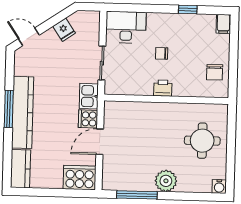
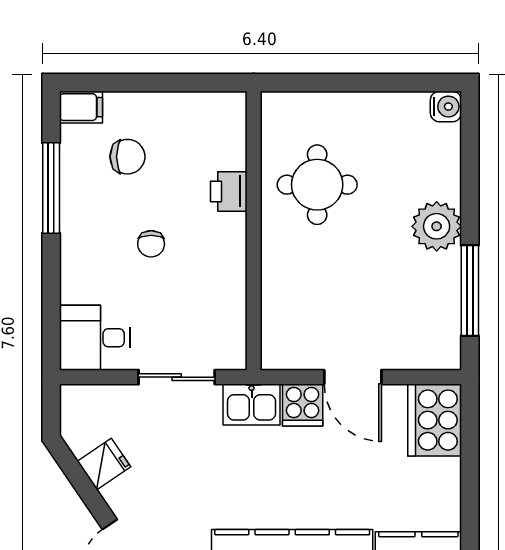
window: (188, 9) -> (51, 188), width x2.17
desk: (126, 27) -> (95, 338), width x0.73
chair: (215, 72) -> (127, 157), moved
printer: (163, 88) -> (229, 191), moved
round table: (202, 141) -> (317, 185), moved

